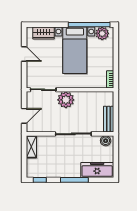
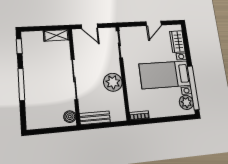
plant: (66, 100) -> (113, 82), moved
freezer: (97, 170) -> (35, 110), removed

